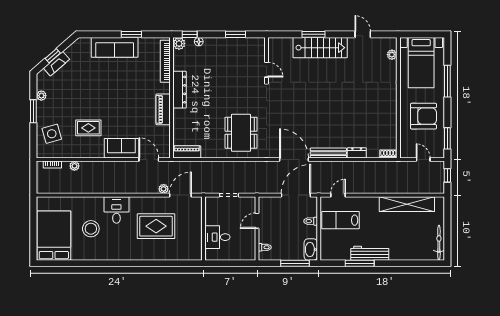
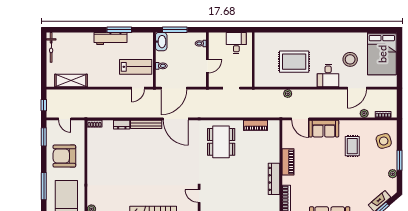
rug: (88, 128) -> (352, 146), turned 90
piano: (187, 152) -> (256, 125), moved
door: (180, 195) -> (357, 88), moved
shelving: (407, 204) -> (71, 81), width x0.68
desk: (217, 237) -> (236, 43), moved, turned -90

